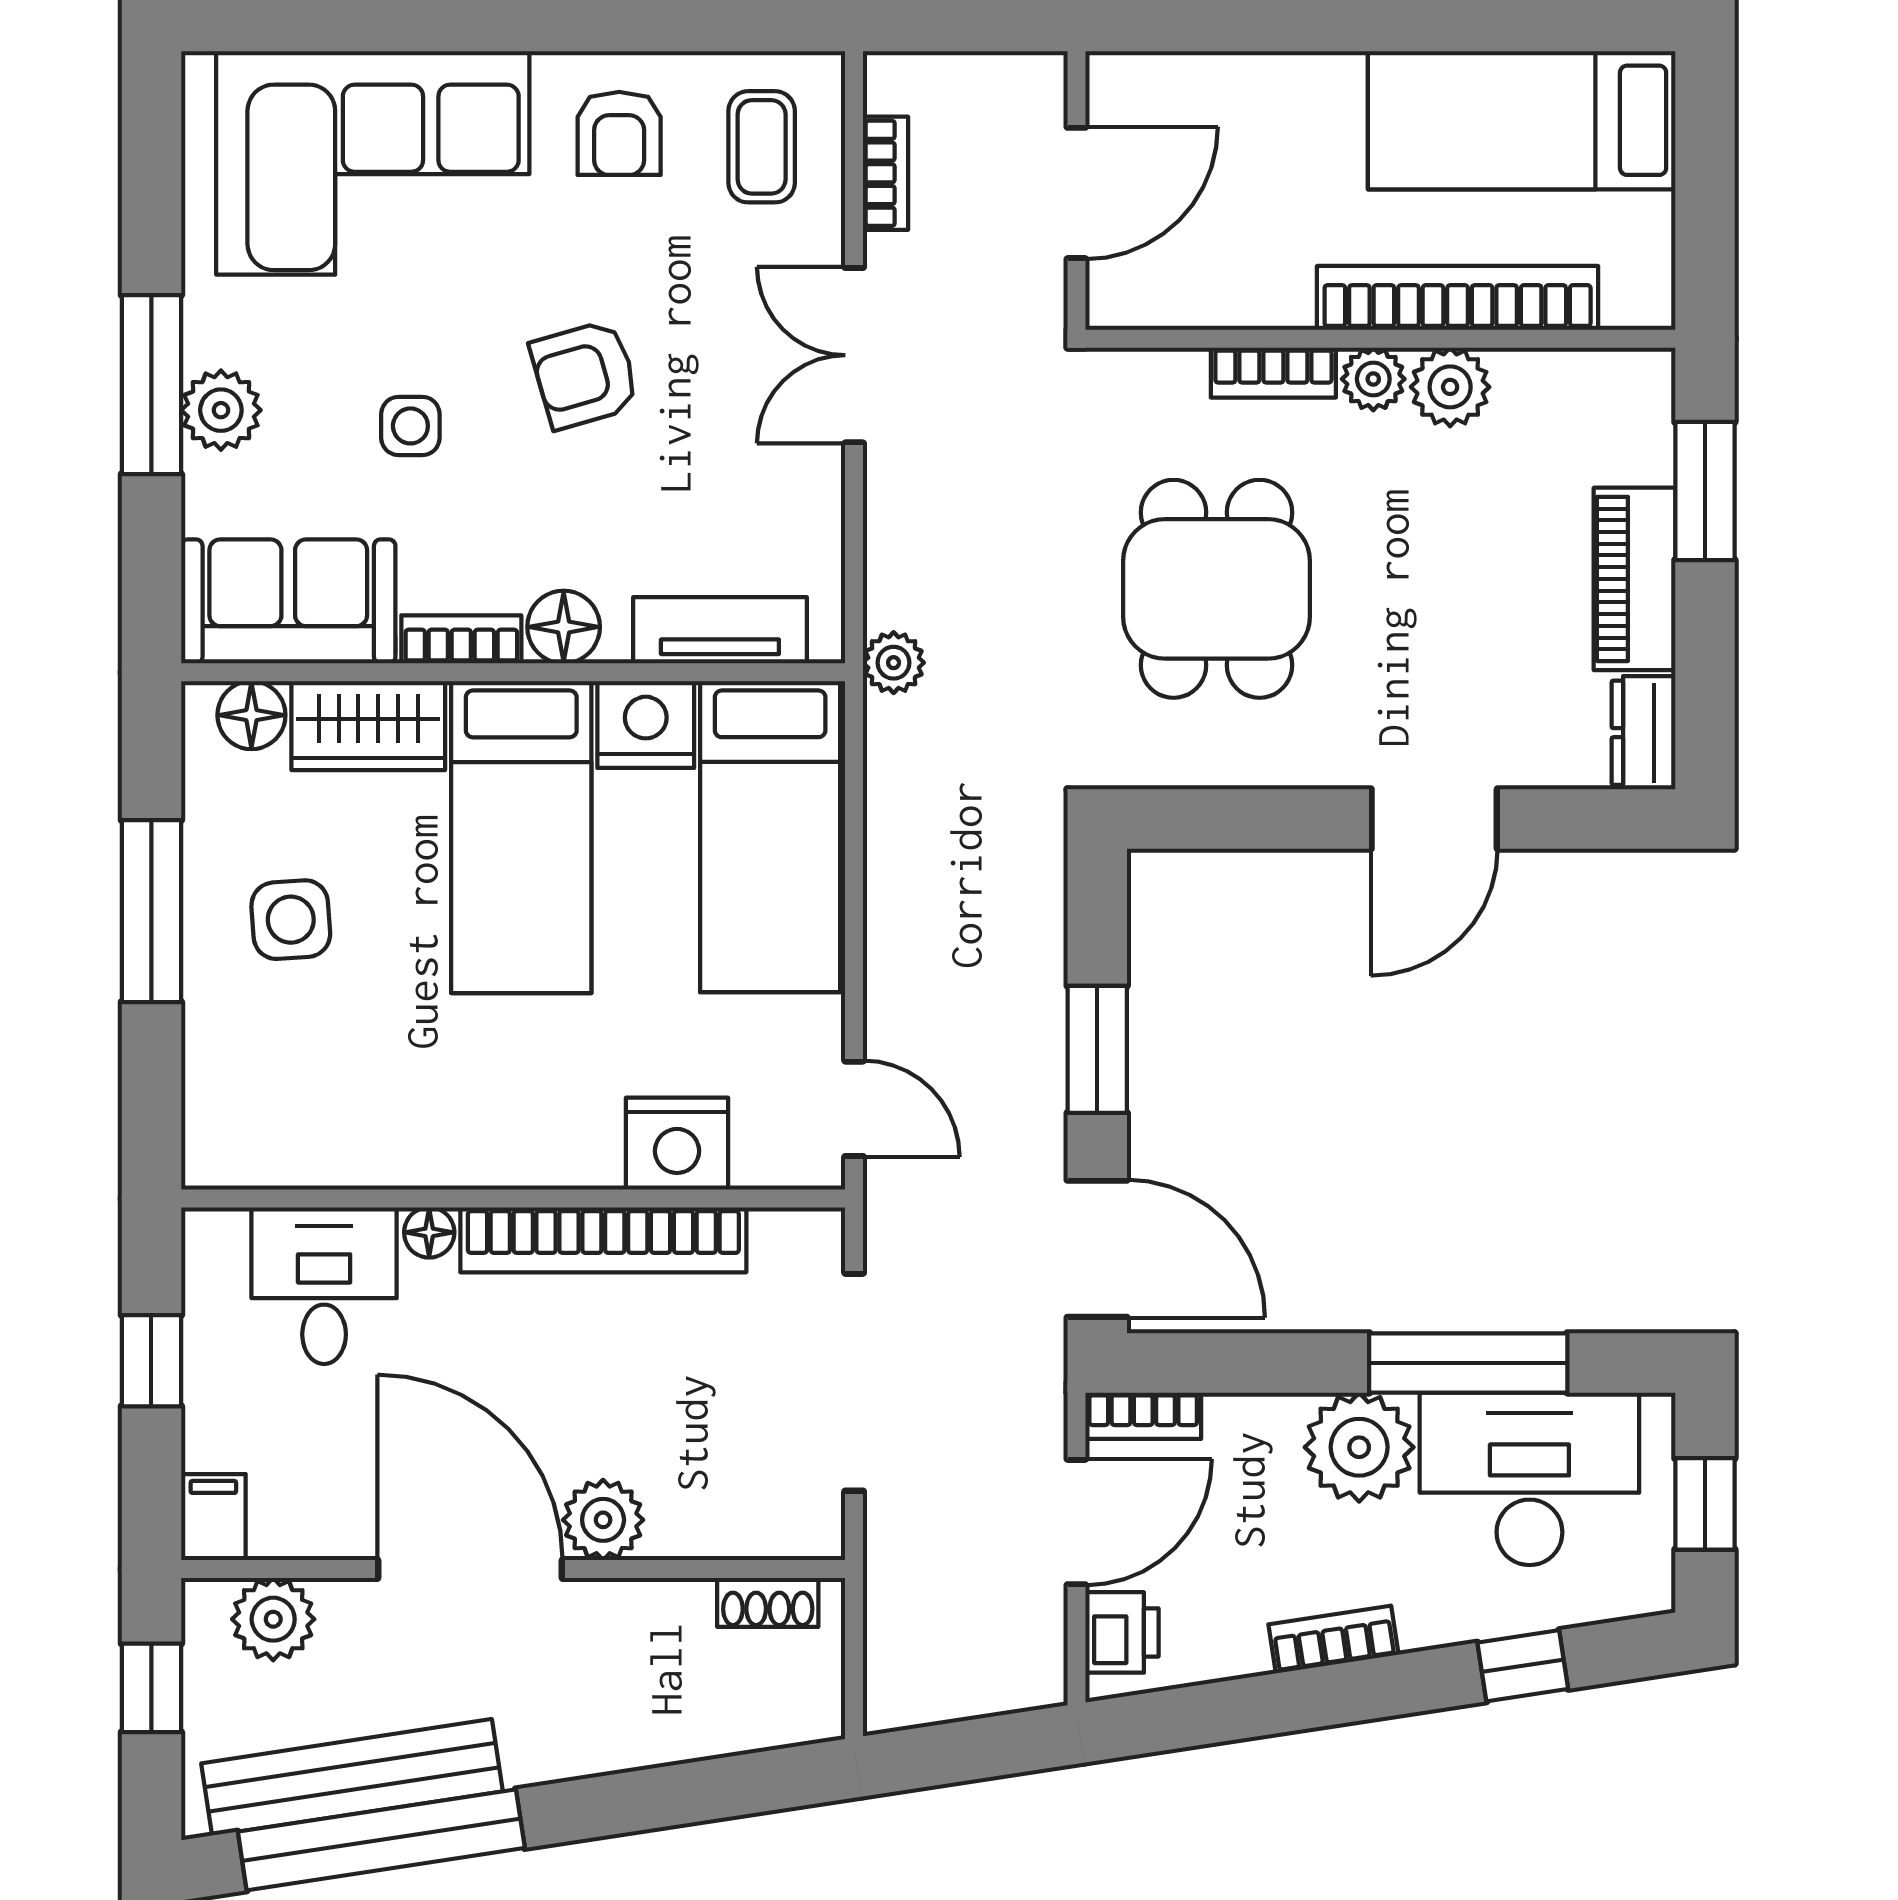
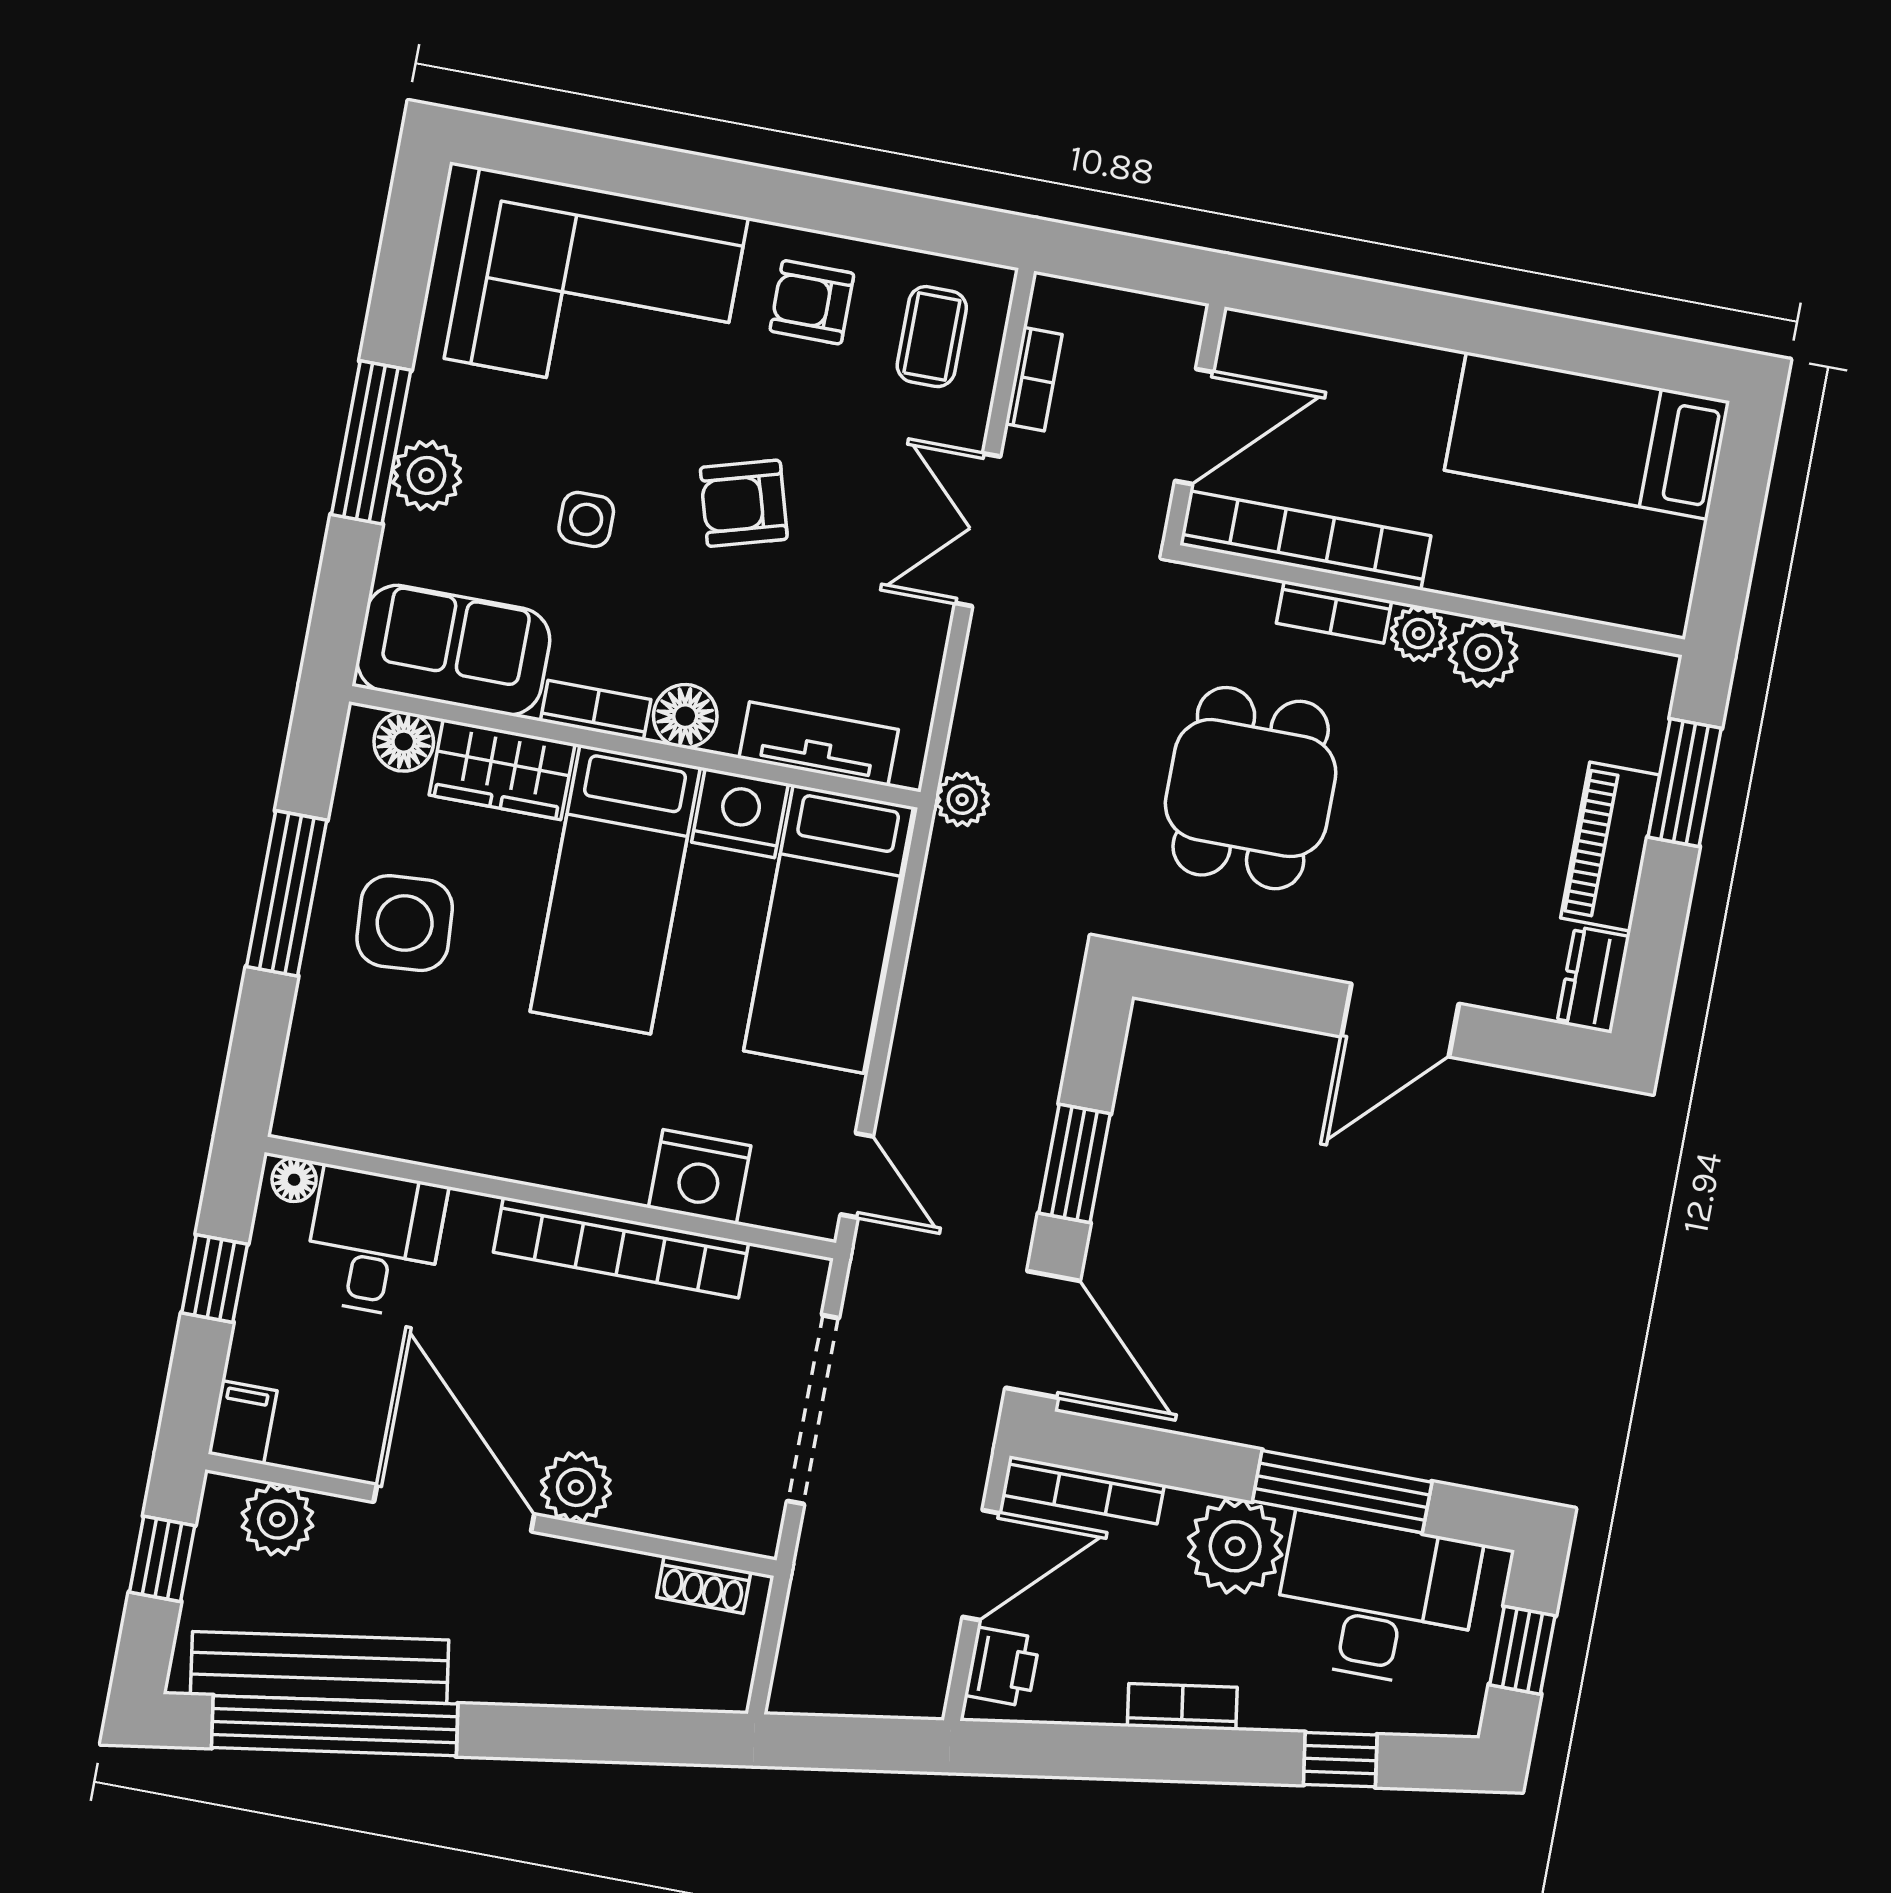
armchair: (619, 133) -> (812, 302), turned 90
bookcase: (1458, 298) -> (1305, 540), moved
side table: (291, 920) -> (405, 923), width x1.37, depth x1.37
floor lamp: (429, 1232) -> (294, 1180), moved
bookcase: (1143, 1416) -> (1083, 1490), width x1.56

